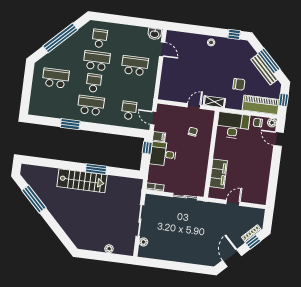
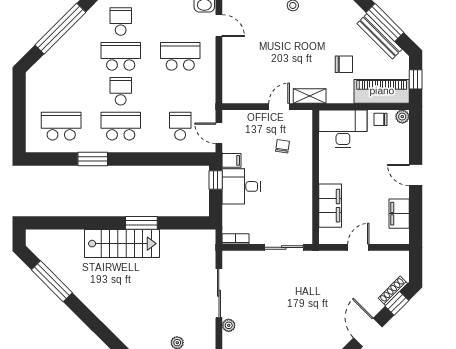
school desk: (56, 78) -> (61, 126), moved
door: (278, 139) -> (416, 175), moved
filing cabinet: (262, 185) -> (399, 214), added

